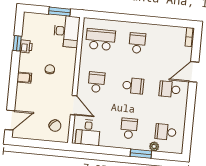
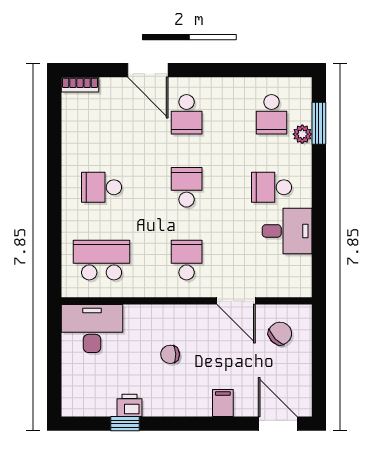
window: (60, 12) -> (54, 346), removed
school desk: (101, 39) -> (102, 260), turned 90
filing cabinet: (24, 78) -> (223, 403), moved
school desk: (96, 82) -> (187, 260), turned 90
door: (74, 105) -> (236, 301), swing flipped
desk: (88, 132) -> (287, 231), moved
window: (141, 154) -> (319, 123), moved

